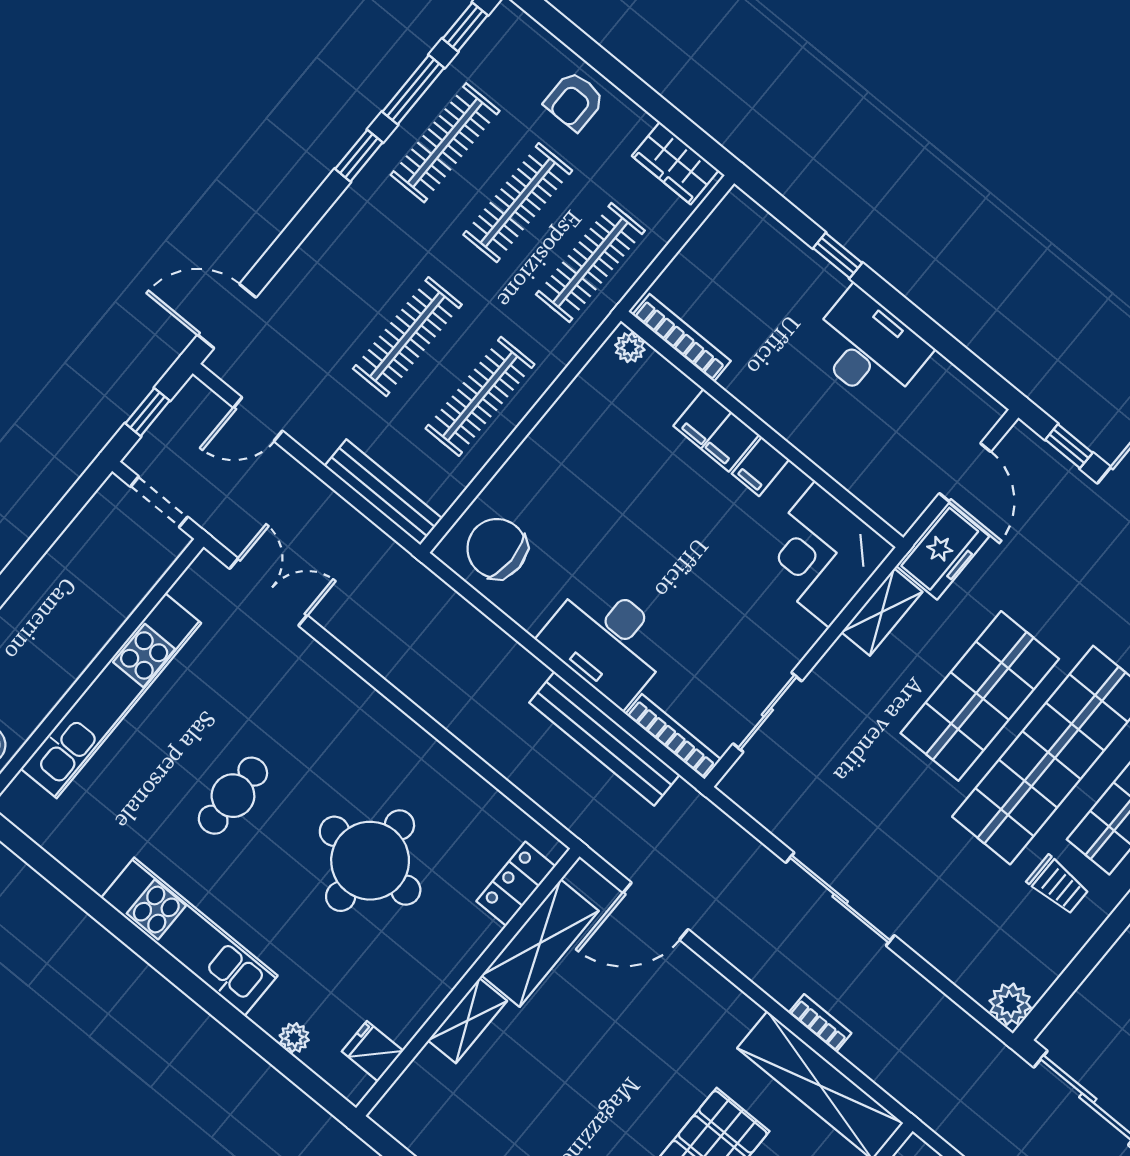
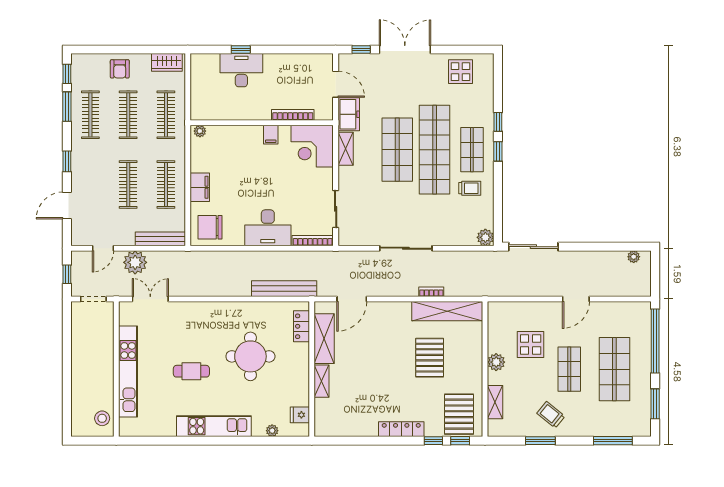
window: (359, 156) -> (67, 161), moved
door: (227, 316) -> (67, 206), moved
bookcase: (682, 338) -> (293, 115), moved
desk: (868, 348) -> (241, 70), moved
filing cabinet: (716, 430) -> (200, 187), moved, turned -90
plant: (297, 497) -> (135, 262), added
bench: (604, 739) -> (284, 289), moved
cafe table: (233, 796) -> (191, 371), turned 90

